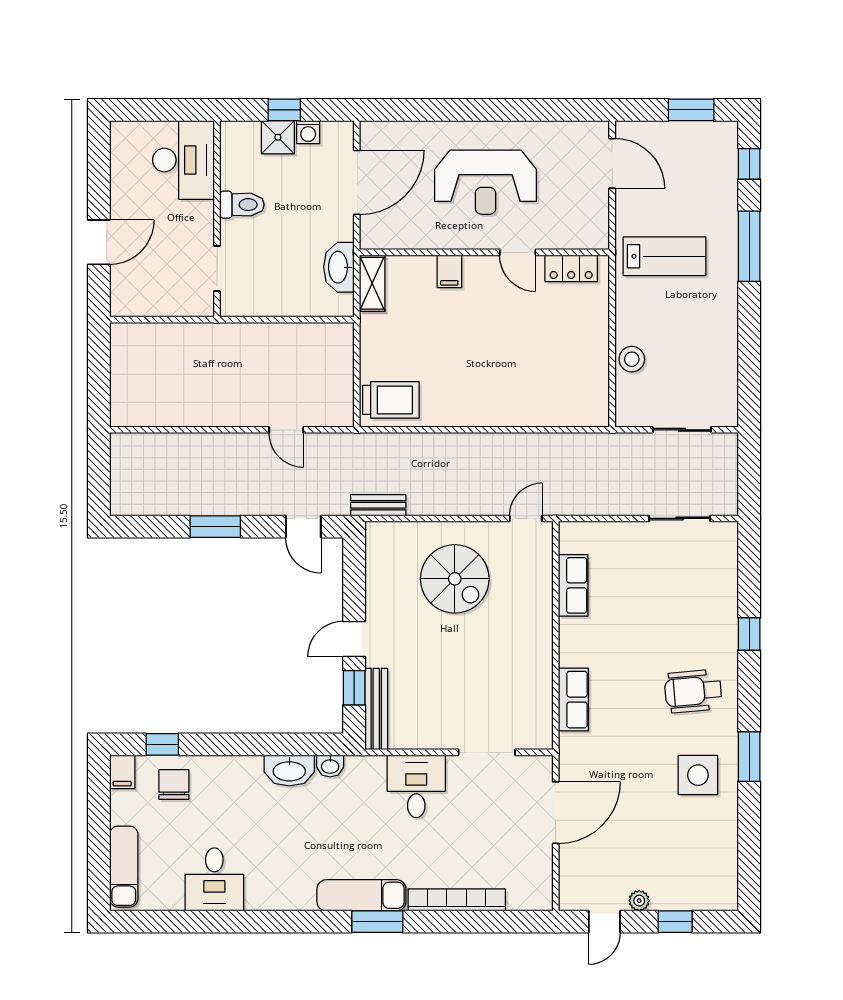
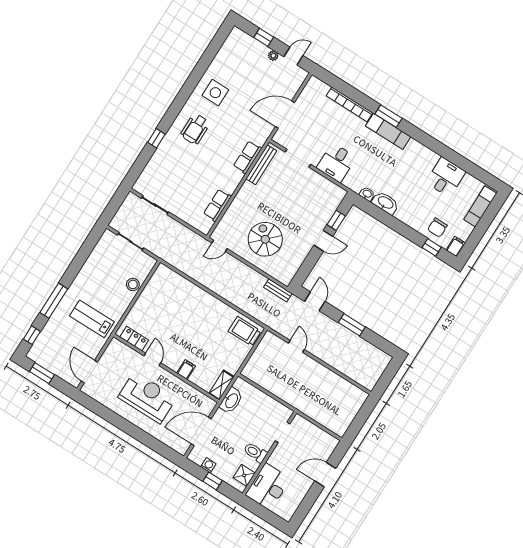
shower: (278, 137) -> (244, 475), moved
wheelchair: (693, 691) -> (195, 129), turned 95
bench: (376, 709) -> (261, 165), moved
window: (749, 757) -> (189, 87), removed

